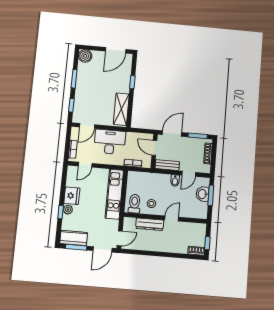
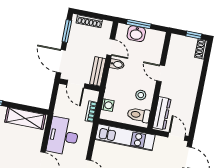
door: (154, 148) -> (76, 84), hinge flipped
washing machine: (140, 176) -> (108, 105), added
dresser: (150, 224) -> (162, 113), moved

